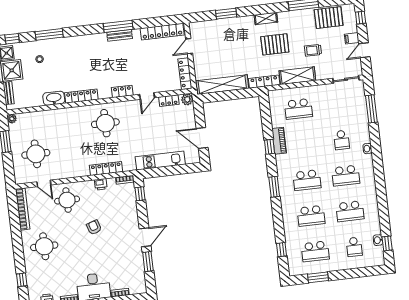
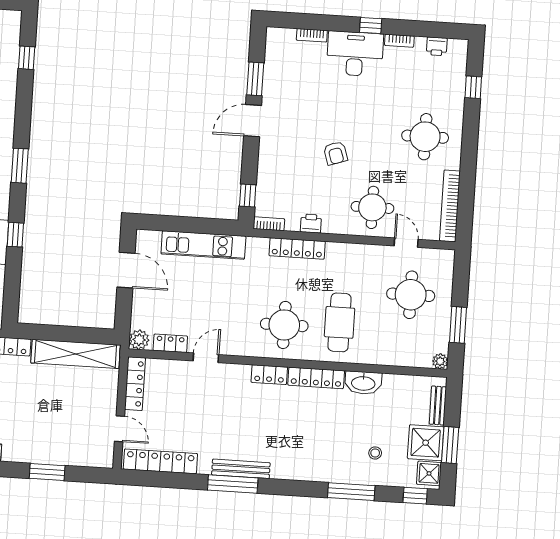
bench: (120, 35) -> (241, 469), width x1.36
door: (189, 46) -> (120, 429), hinge flipped
locker: (122, 91) -> (269, 375), moved
cafe table: (74, 130) -> (340, 322), added

